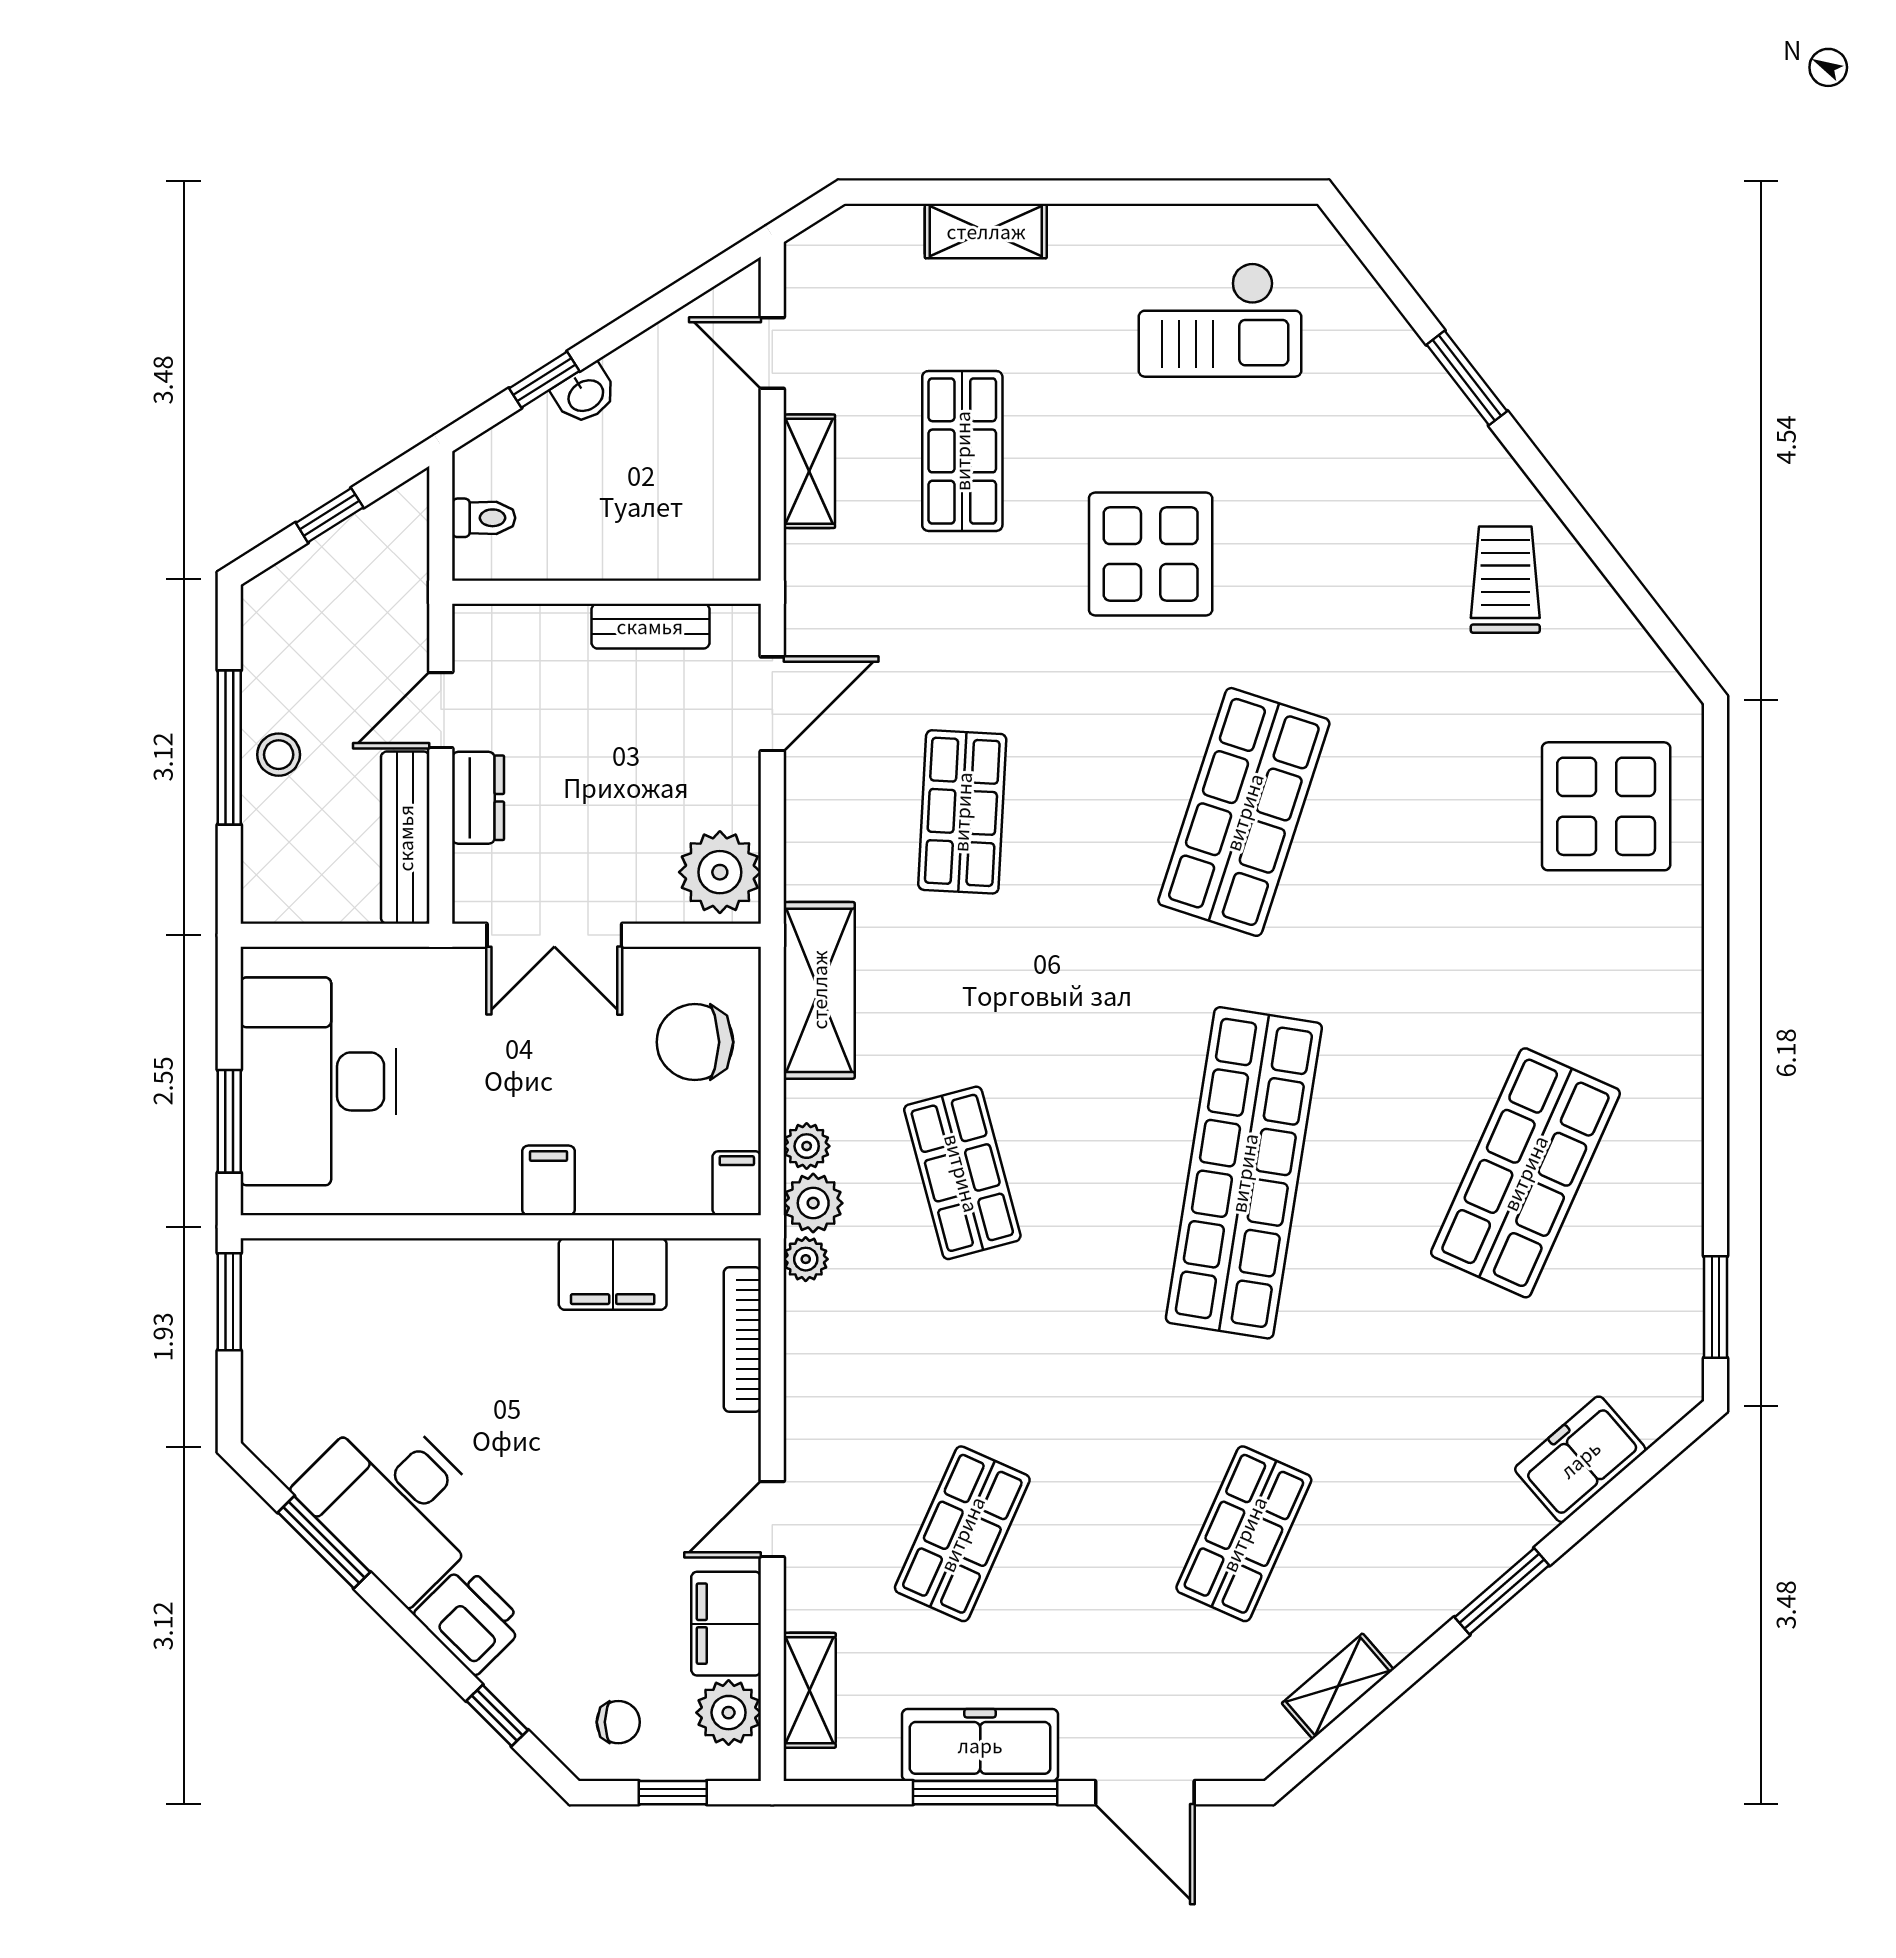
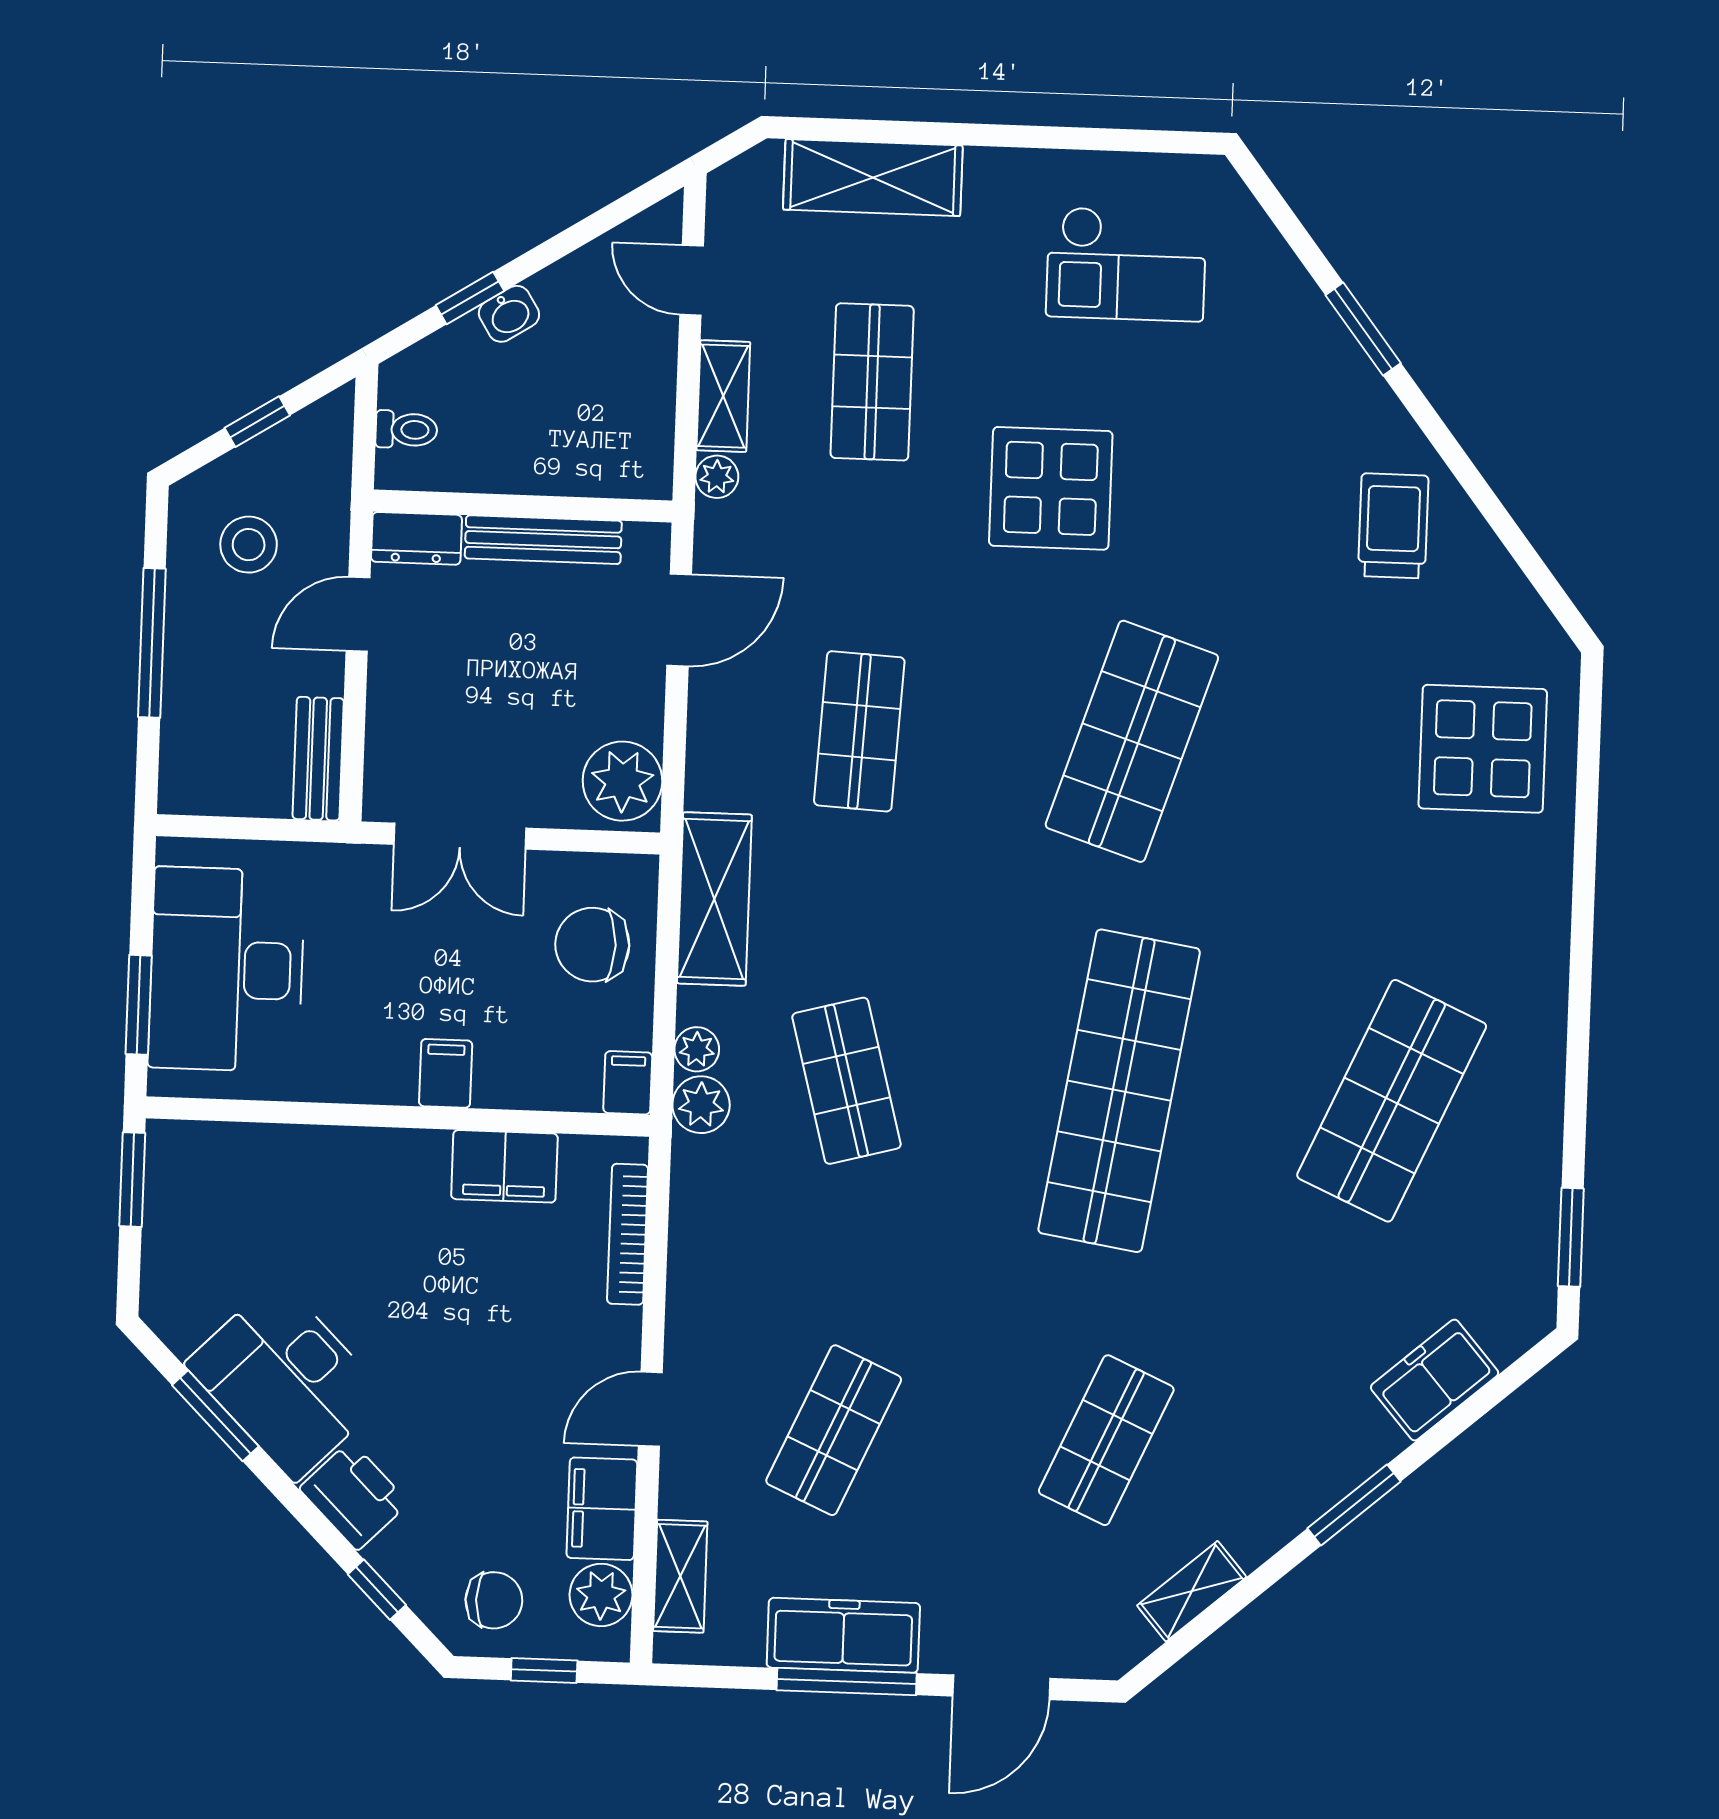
shelving: (986, 231) -> (873, 178), width x1.50, depth x1.33
bench: (650, 626) -> (543, 540), width x1.36
stool: (279, 755) -> (249, 545), moved, width x1.37, depth x1.37
dresser: (478, 798) -> (416, 538), moved, turned 90
bench: (405, 838) -> (318, 759), width x0.73
plant: (806, 1259) -> (717, 477), moved
chair: (618, 1722) -> (494, 1600), width x1.37, depth x1.37
door: (1145, 1793) -> (1001, 1687), hinge flipped

